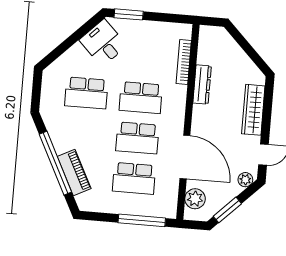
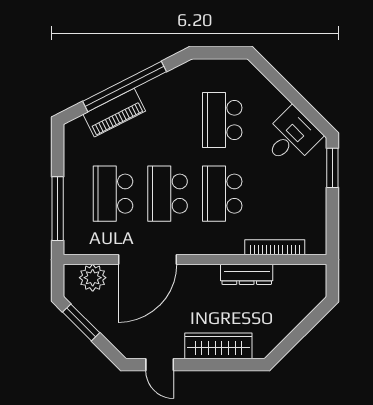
plant: (245, 180) -> (124, 343), removed

